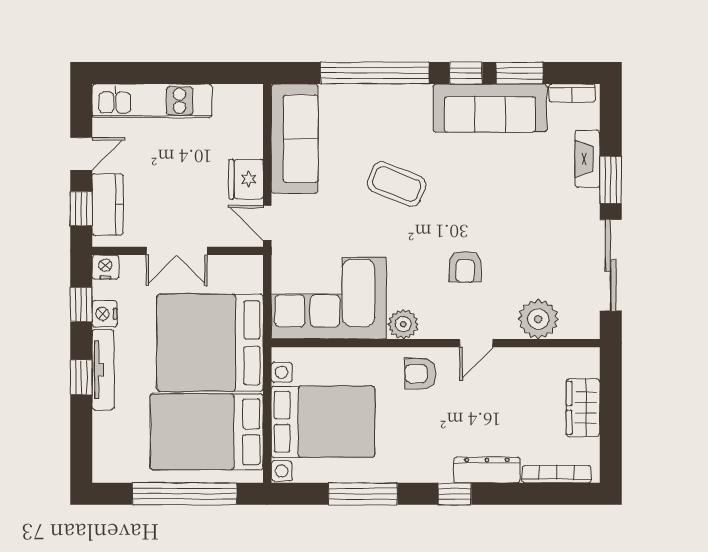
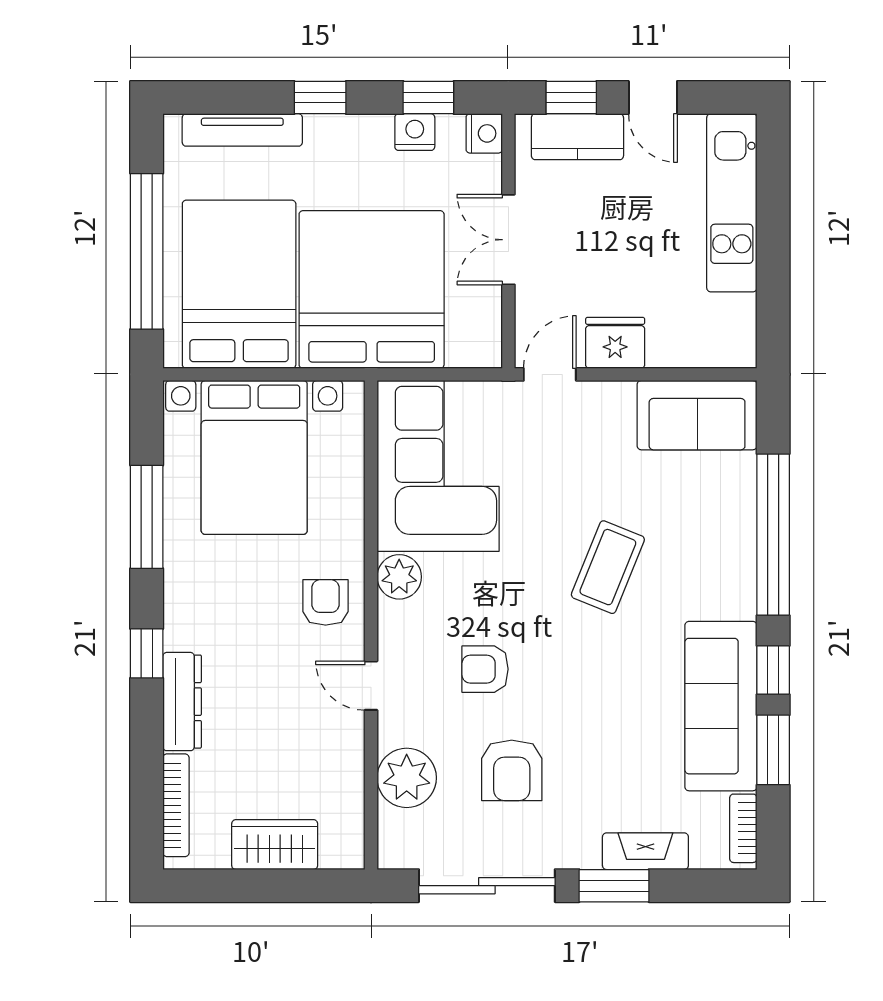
sofa: (295, 139) -> (697, 415), width x0.73
armchair: (533, 249) -> (512, 770), added
tv unit: (103, 370) -> (242, 130), moved

